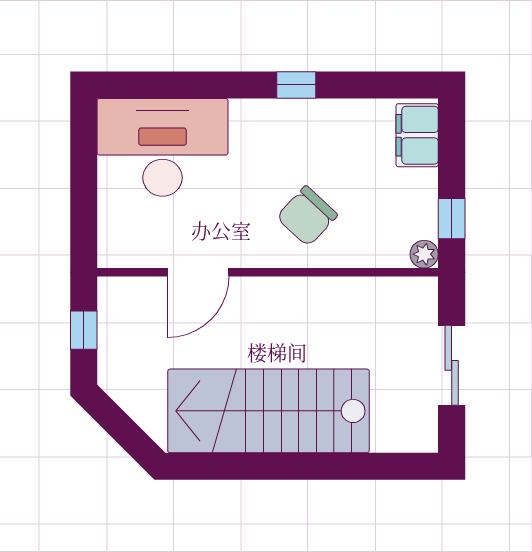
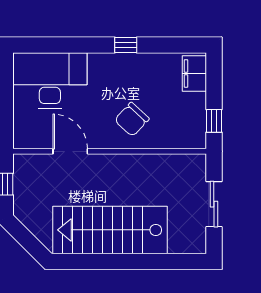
plant: (424, 254) -> (198, 141), removed
door: (198, 272) -> (70, 151), swing flipped

